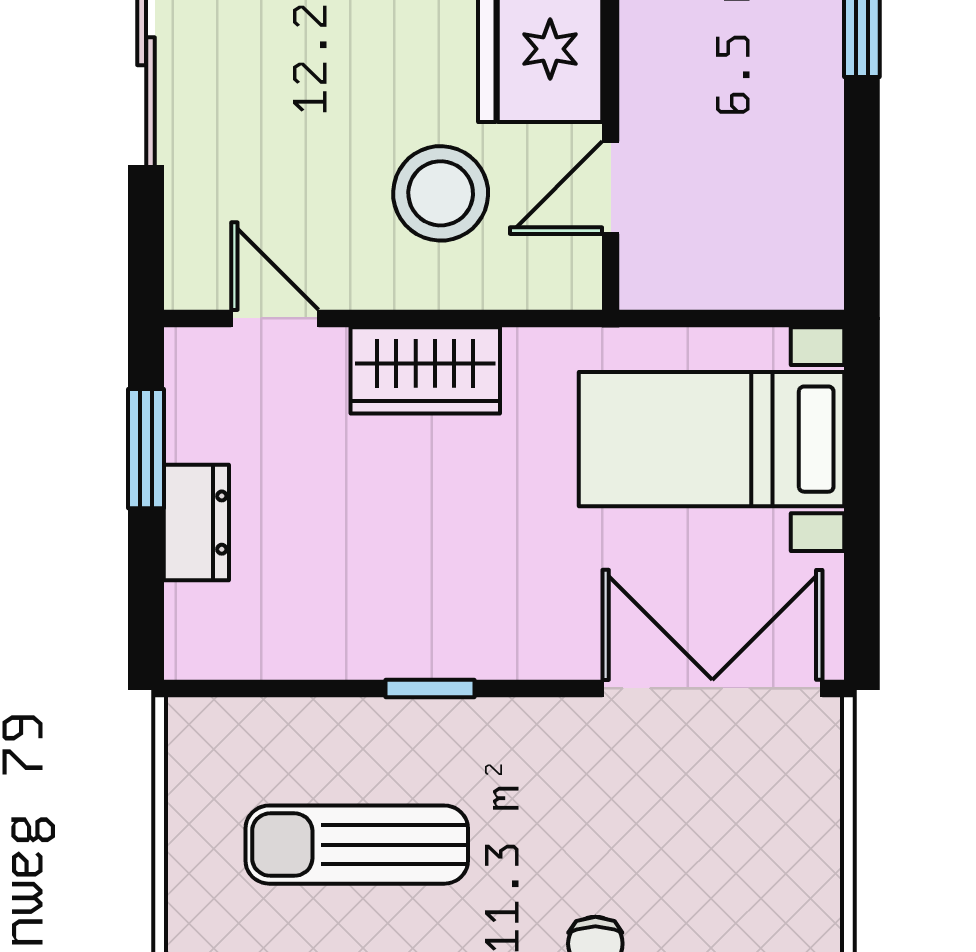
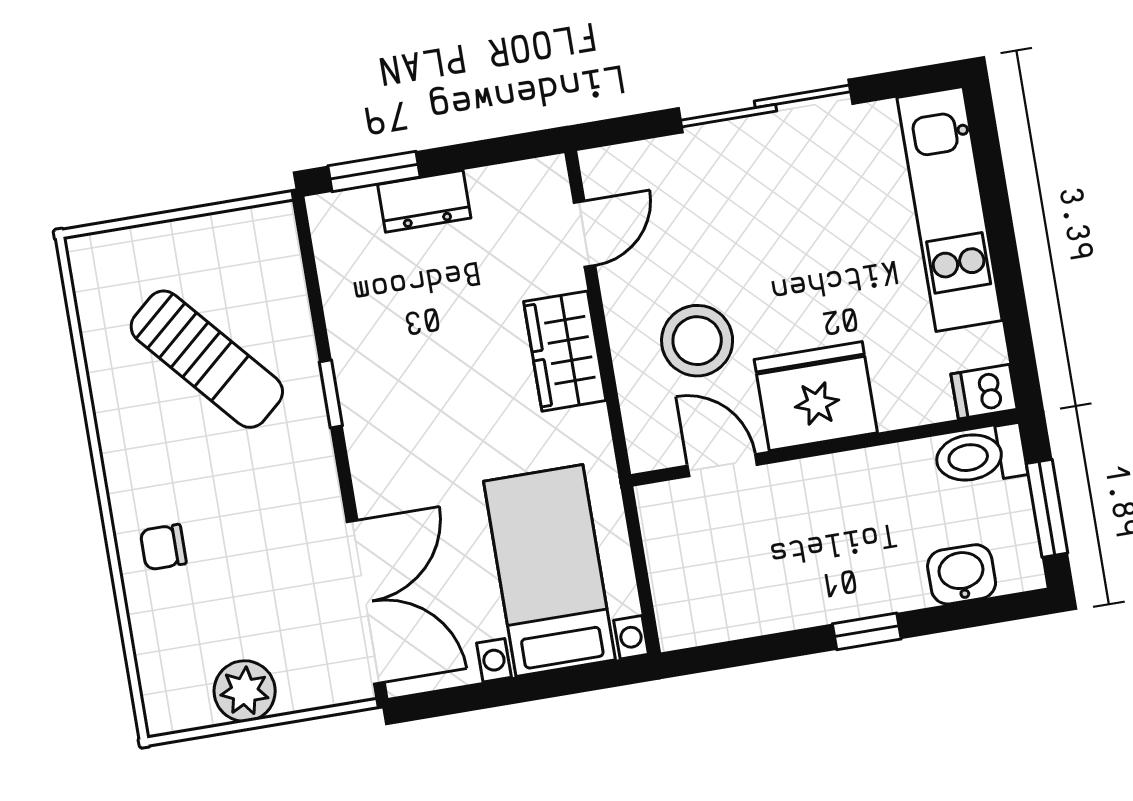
window: (146, 449) -> (374, 171), moved
sun lounger: (357, 845) -> (207, 359), turned 139
plant: (803, 868) -> (245, 691), added

